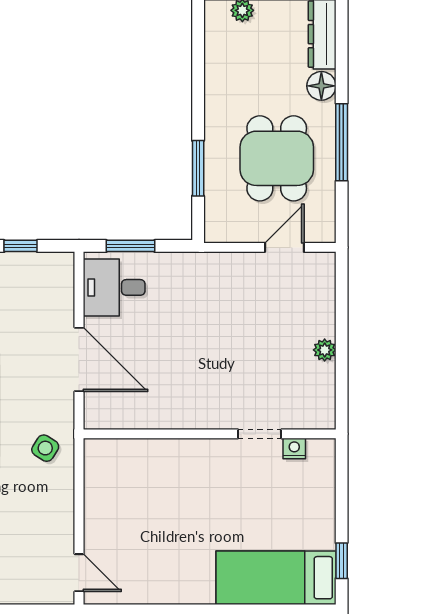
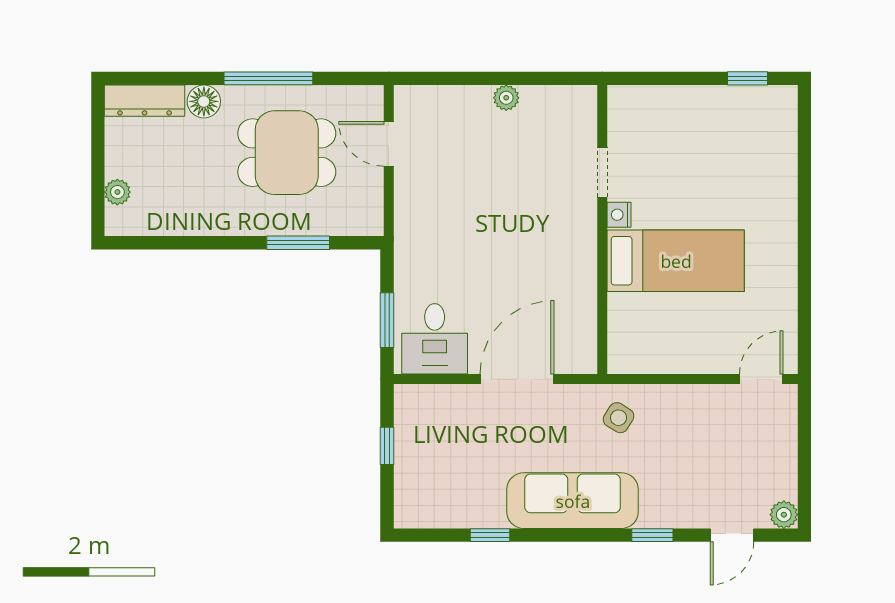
nightstand: (294, 449) -> (619, 215), moved
bed: (276, 578) -> (676, 261), moved, turned -90

